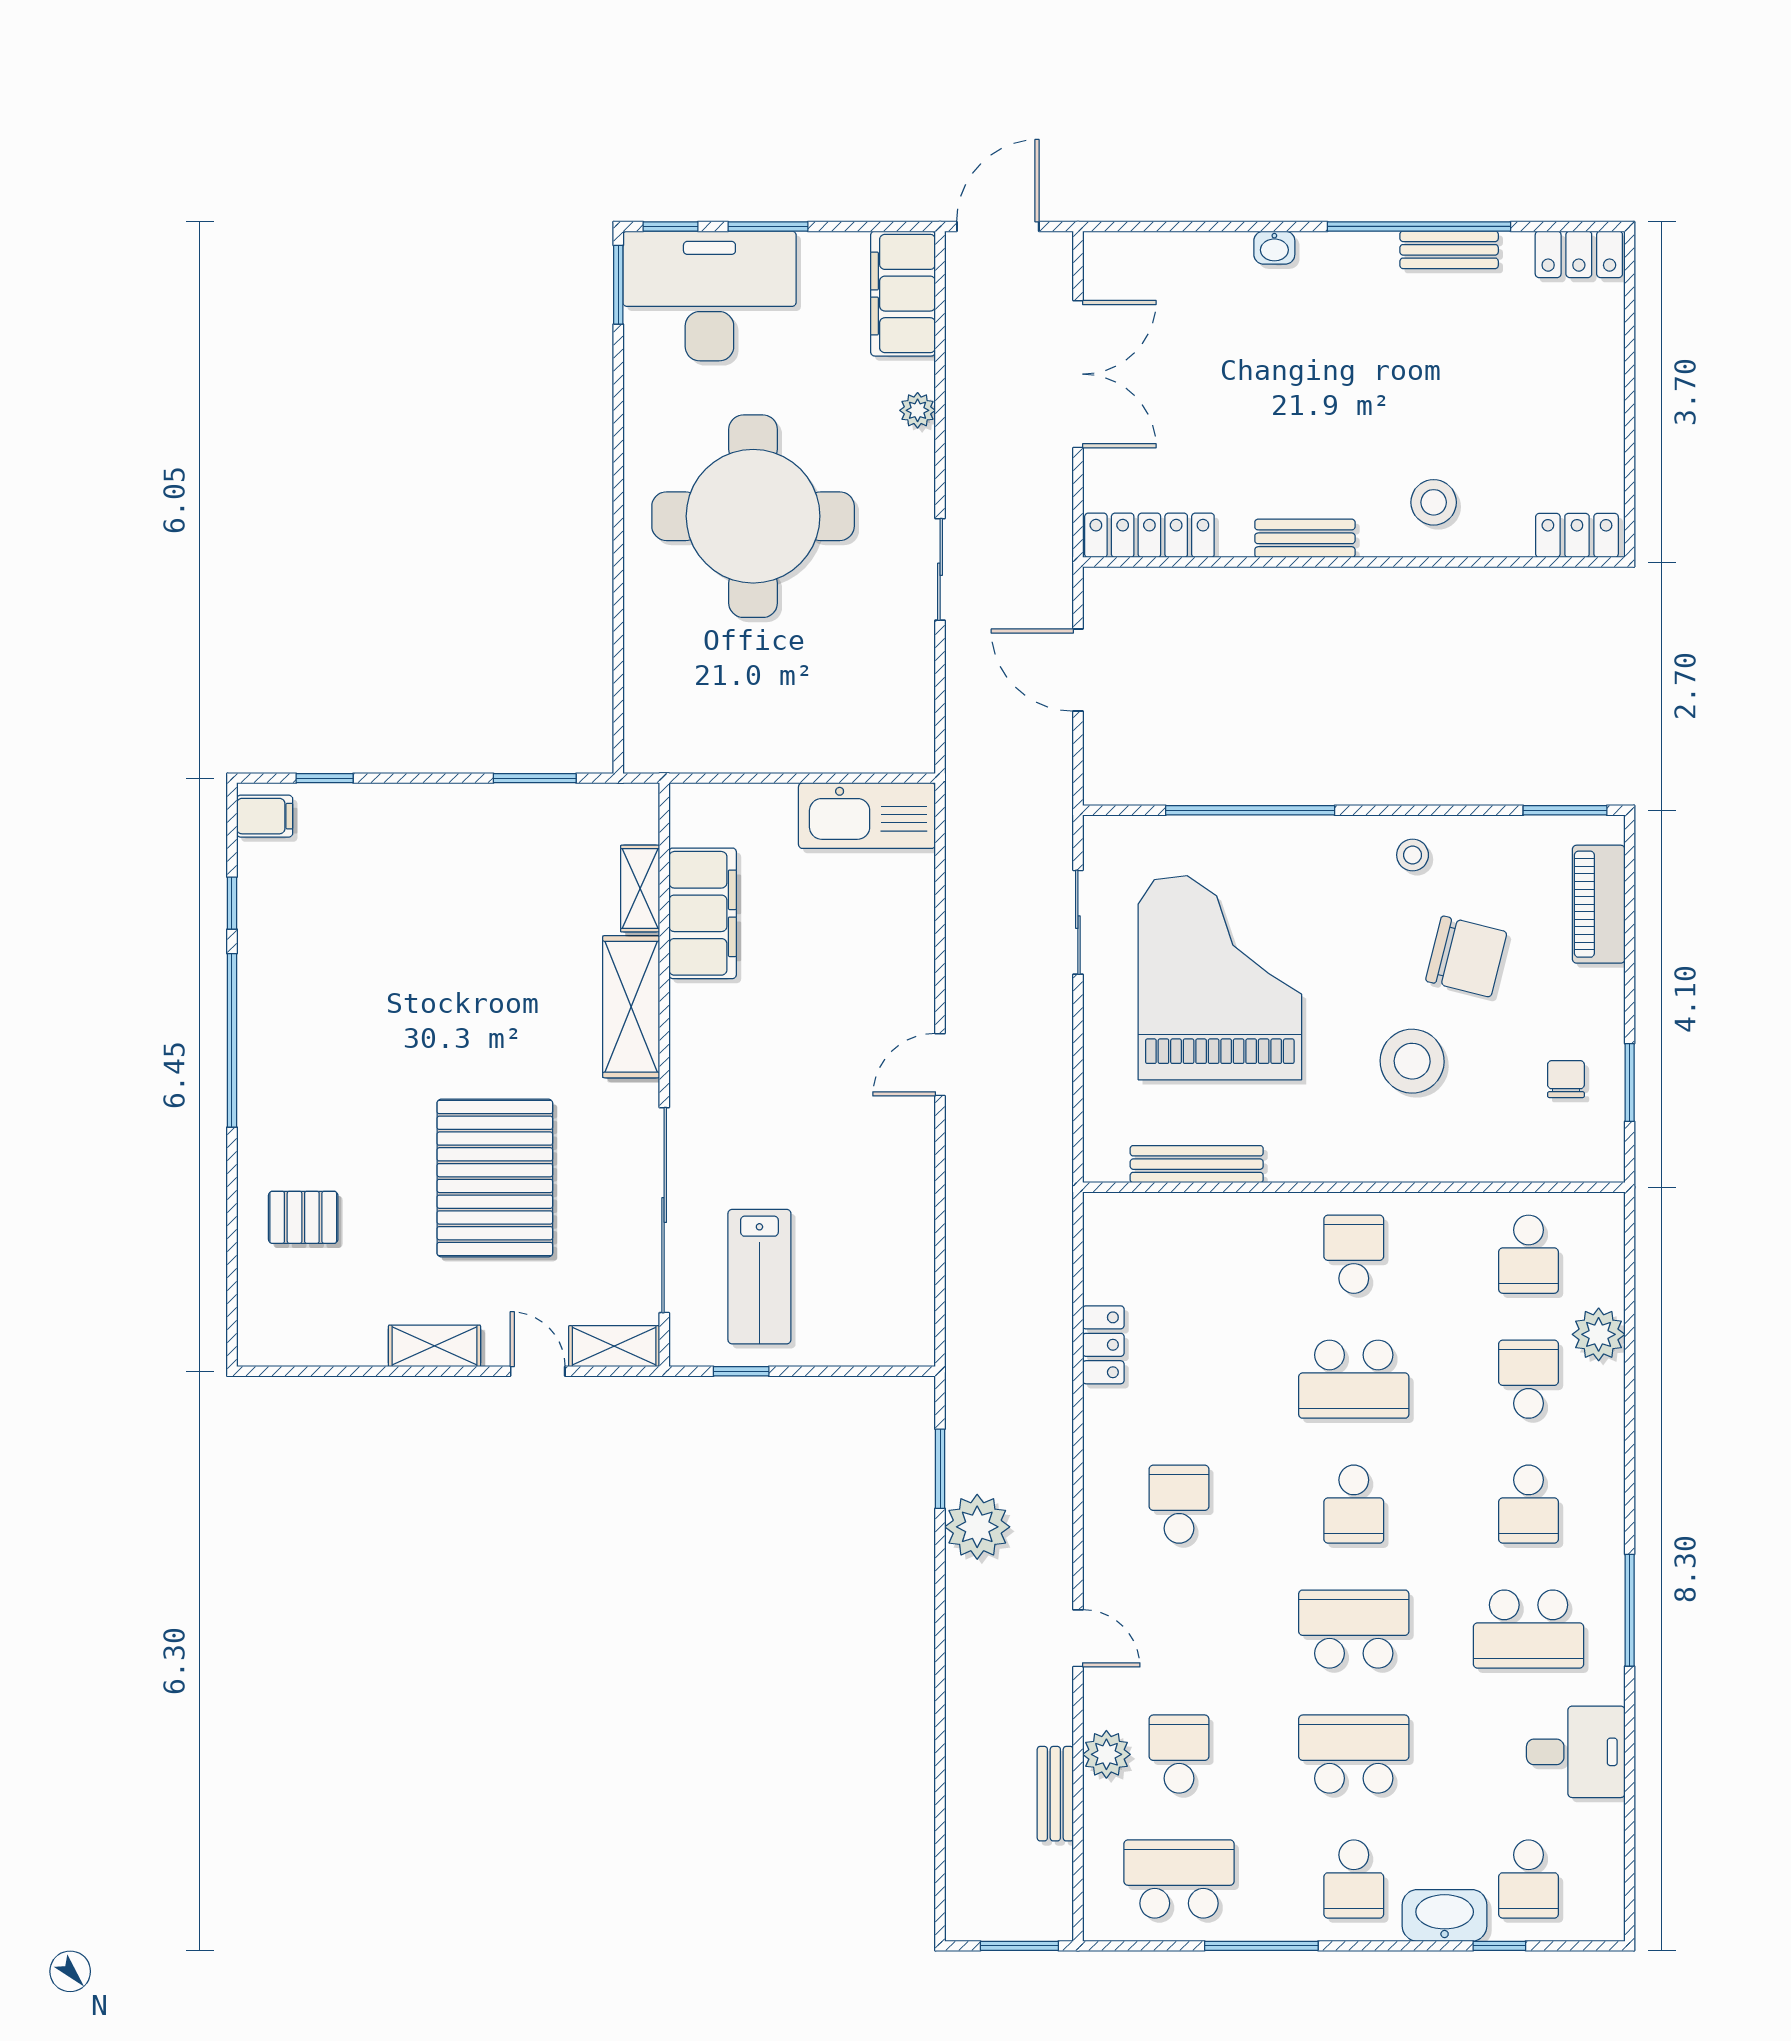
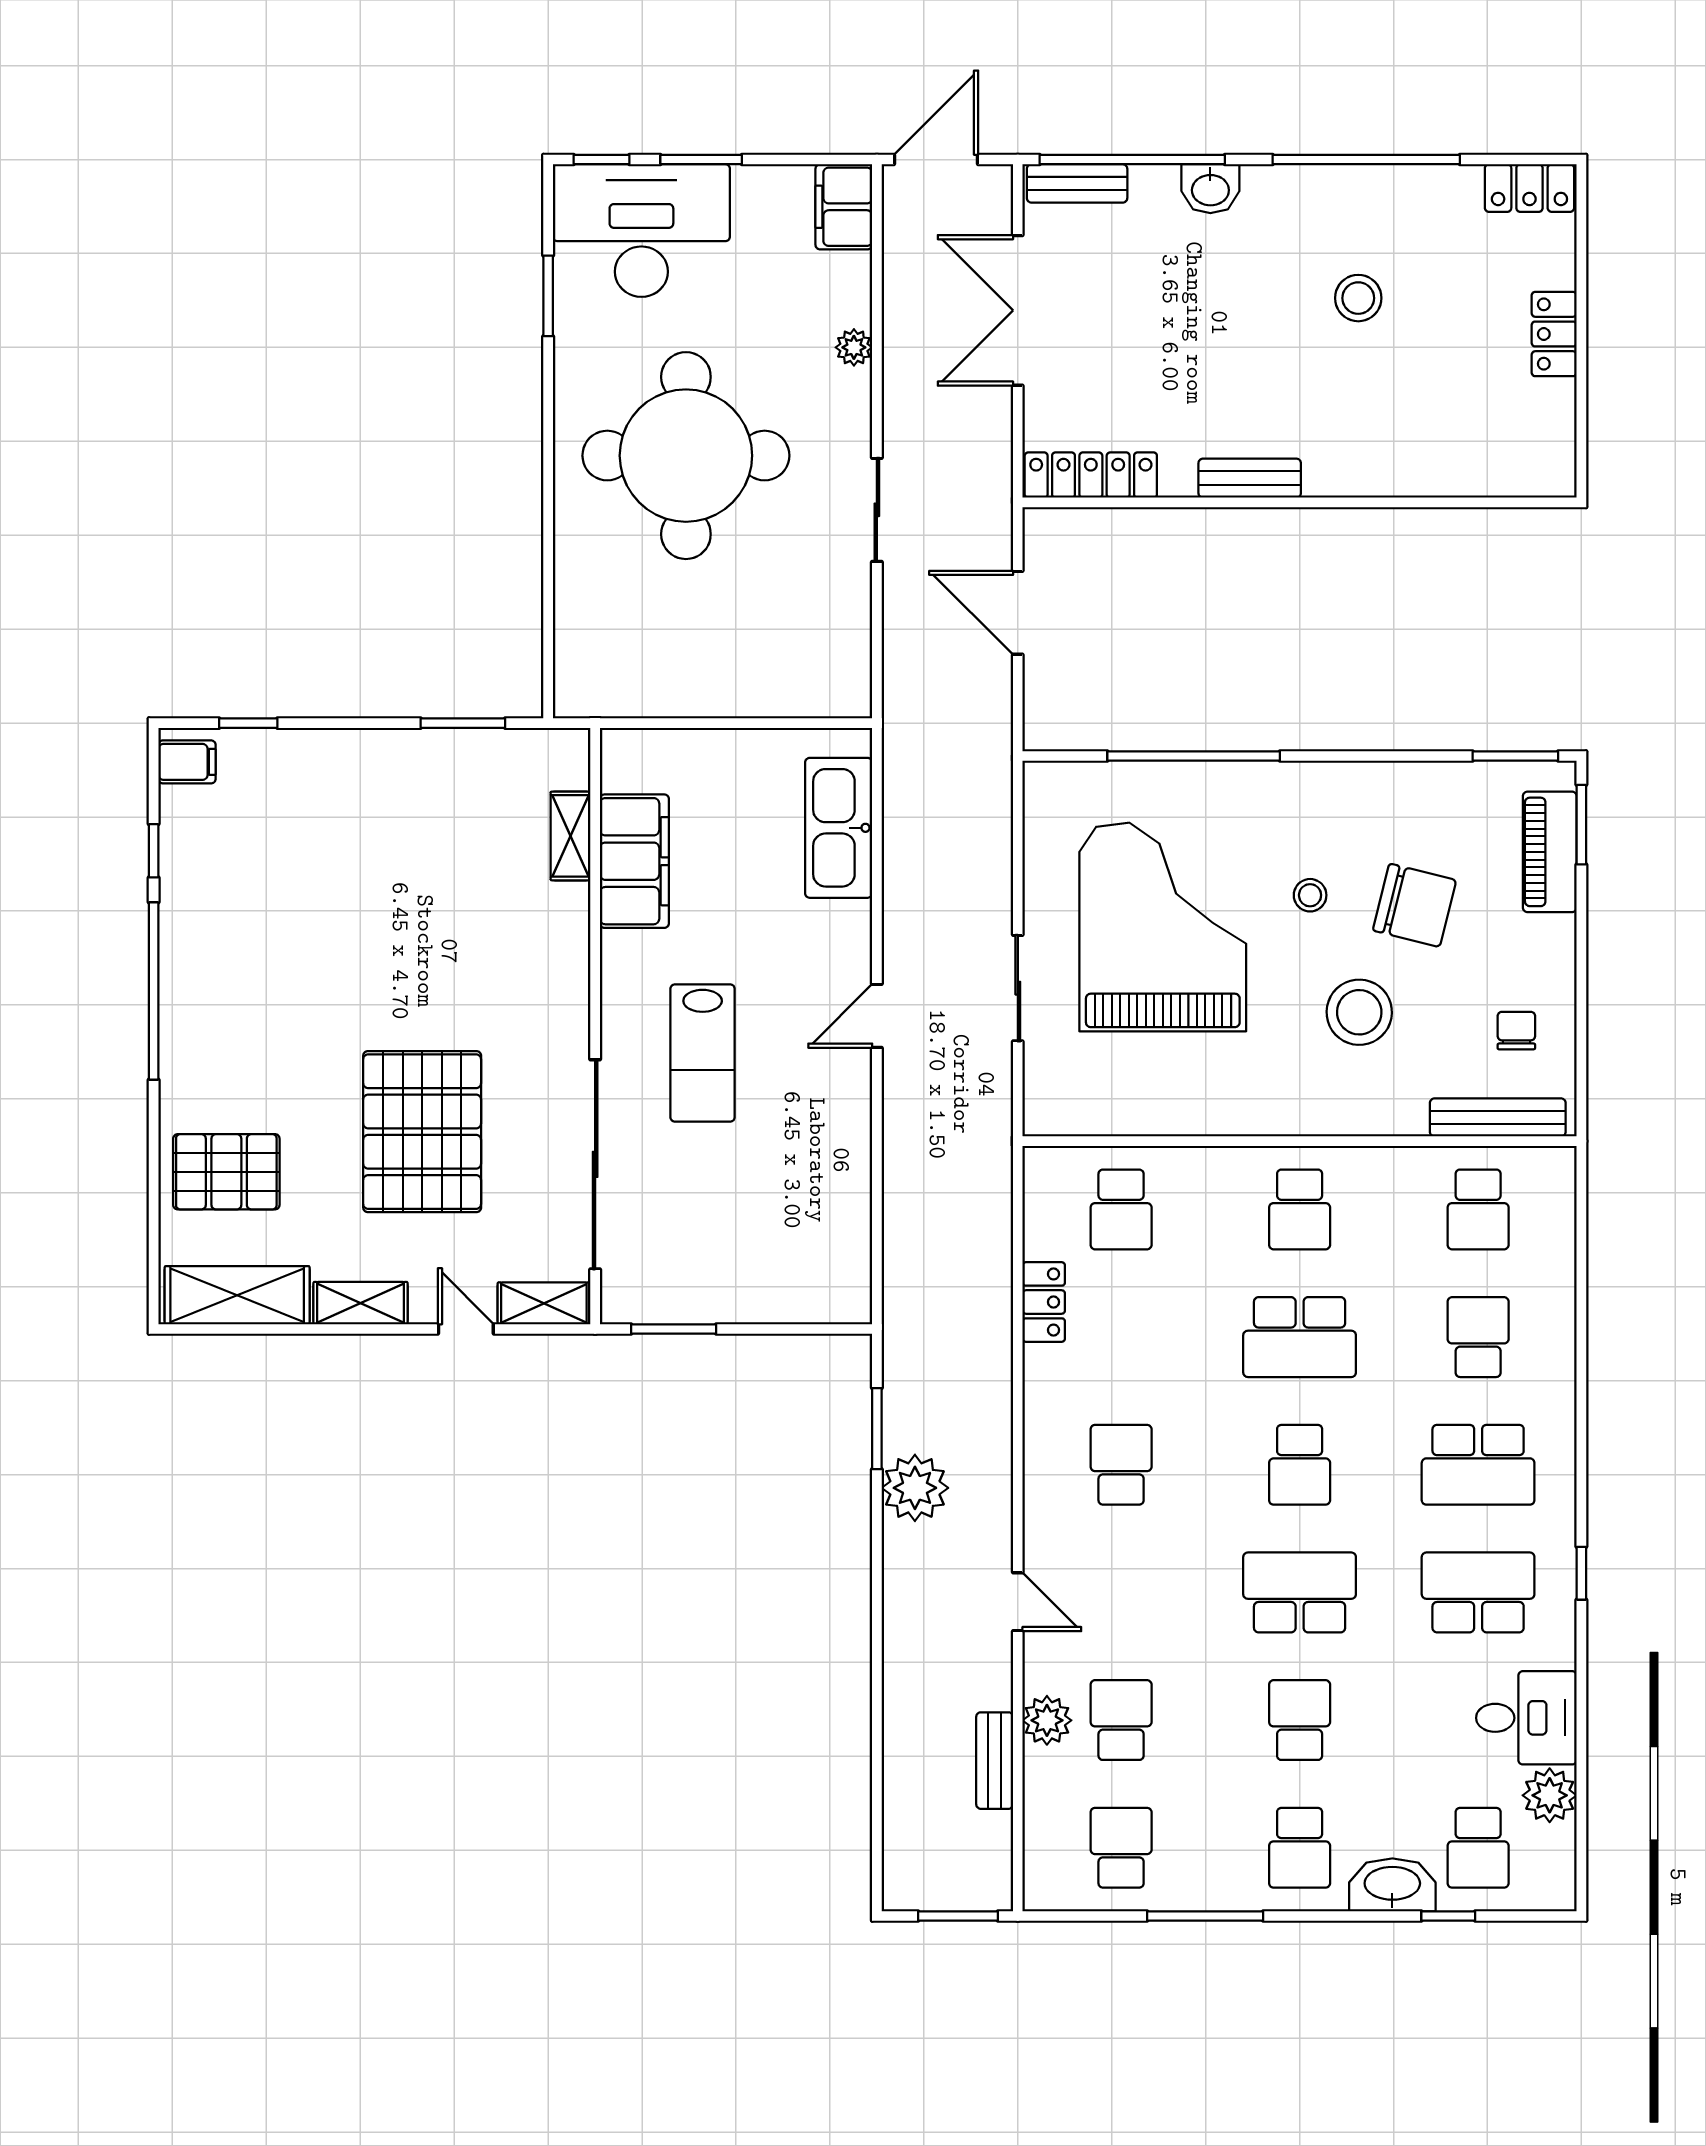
window: (1190, 226) -> (1132, 160), added
washbasin: (1274, 248) -> (1210, 189), width x1.38, depth x1.45
bench: (1449, 250) -> (1077, 183), moved
window: (618, 285) -> (548, 296), moved
filing cabinet: (903, 294) -> (844, 207), width x0.67, depth x0.86
double door: (1078, 374) -> (1018, 310), swing flipped
stool: (1434, 502) -> (1358, 298), moved
locker: (1577, 535) -> (1554, 334), moved, turned -90
kitchen sink: (867, 816) -> (839, 828), moved, turned 90
stool: (1413, 855) -> (1310, 895), moved
sliding door: (1078, 922) -> (1018, 988), moved
shelving: (631, 1007) -> (237, 1295), moved, turned 90
window: (1630, 1083) -> (1581, 825), moved
bench: (1197, 1164) -> (1498, 1117), moved
pallet: (303, 1217) -> (226, 1172), width x1.50, depth x1.42
school desk: (1179, 1254) -> (1121, 1209), added
school desk: (1354, 1254) -> (1300, 1209), turned 180
lab bench: (759, 1277) -> (703, 1053), moved
plant: (1599, 1334) -> (1550, 1795), moved
window: (741, 1371) -> (674, 1329), width x1.50
school desk: (1529, 1504) -> (1478, 1465), width x1.85
window: (1630, 1610) -> (1581, 1573), width x0.46
school desk: (1529, 1629) -> (1478, 1592), turned 180
school desk: (1354, 1754) -> (1300, 1720), width x0.54
school desk: (1179, 1879) -> (1121, 1848), width x0.54

